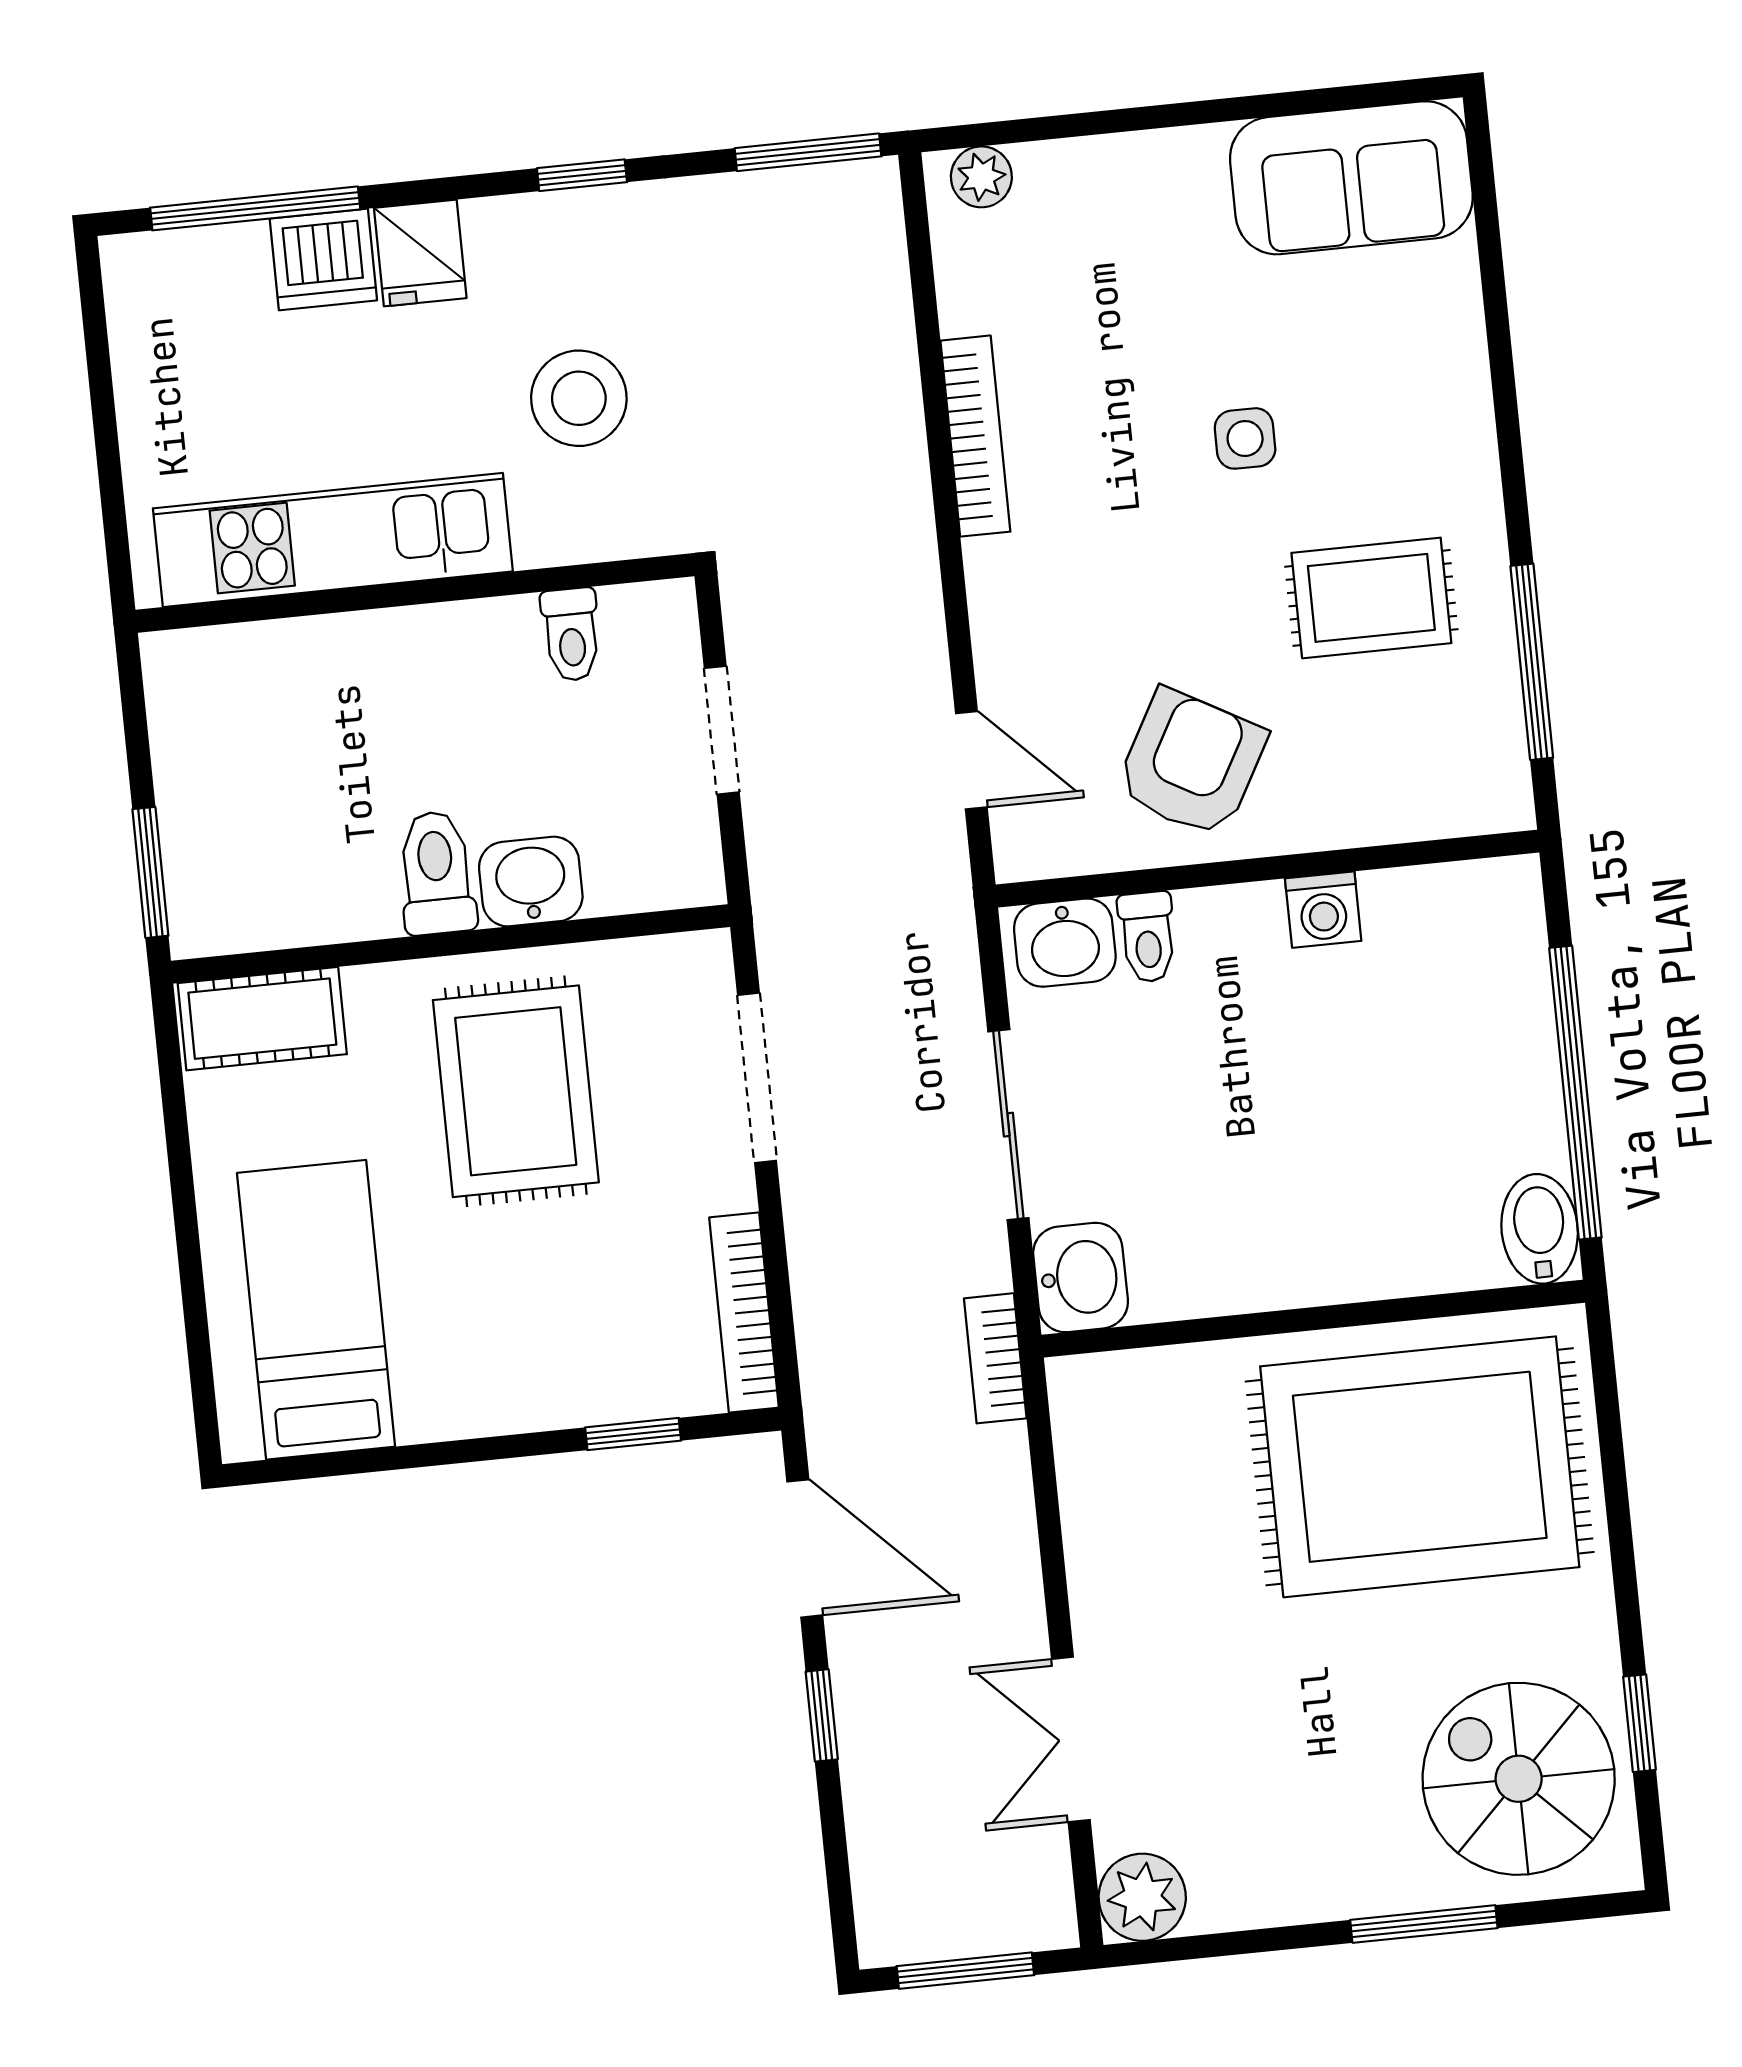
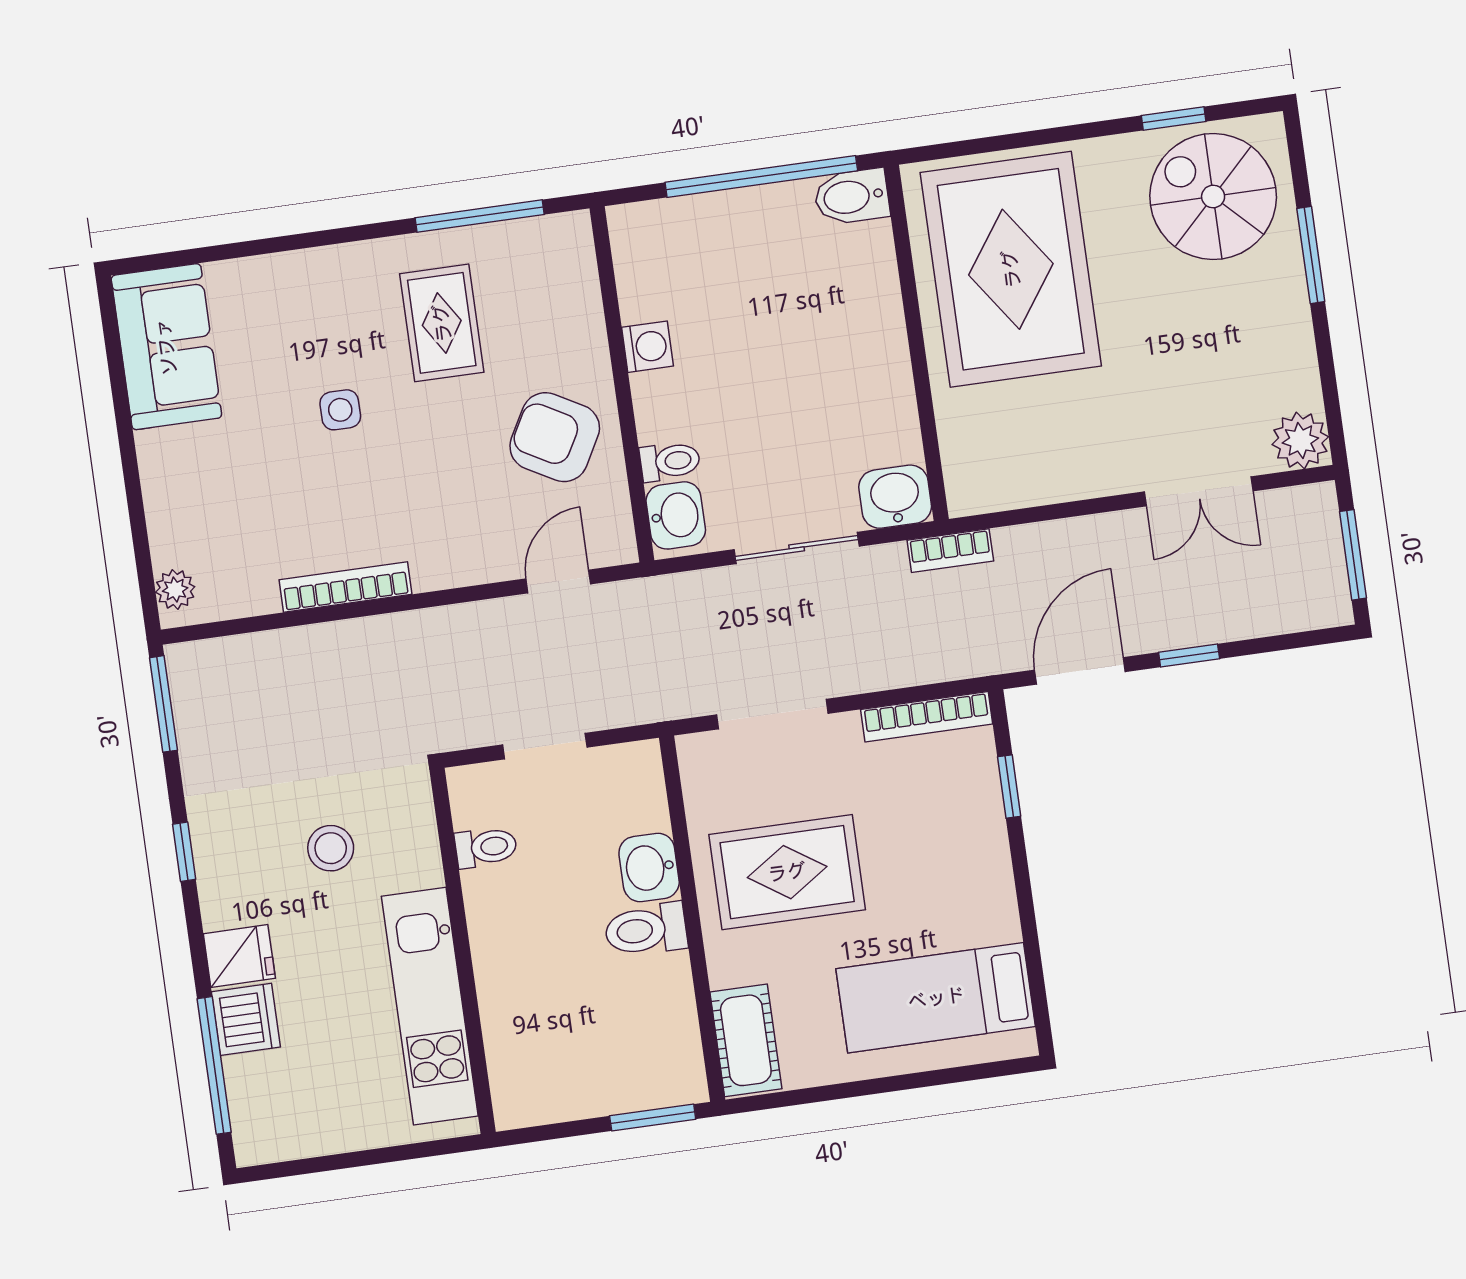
stool: (579, 398) -> (331, 848), width x0.73, depth x0.73
spiral stairs: (1519, 1779) -> (1213, 197), turned 90

